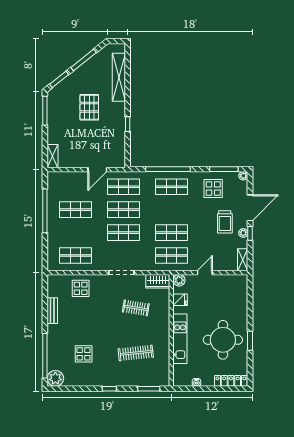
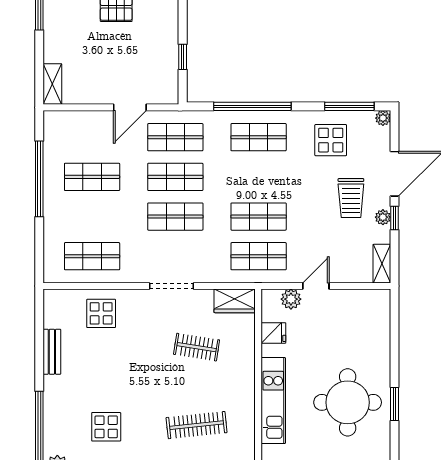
window: (128, 124) -> (183, 57), moved
plant: (179, 280) -> (291, 299), moved

